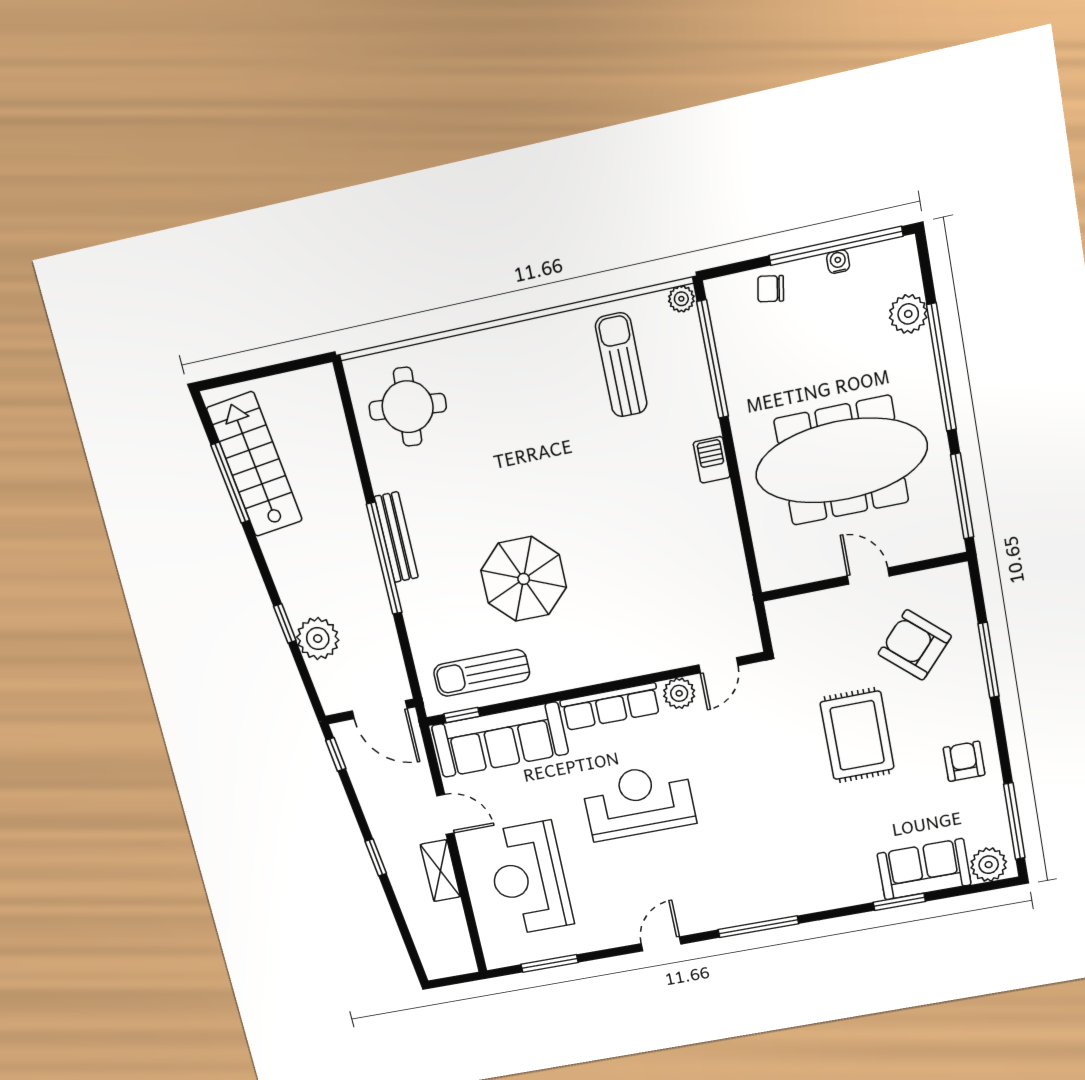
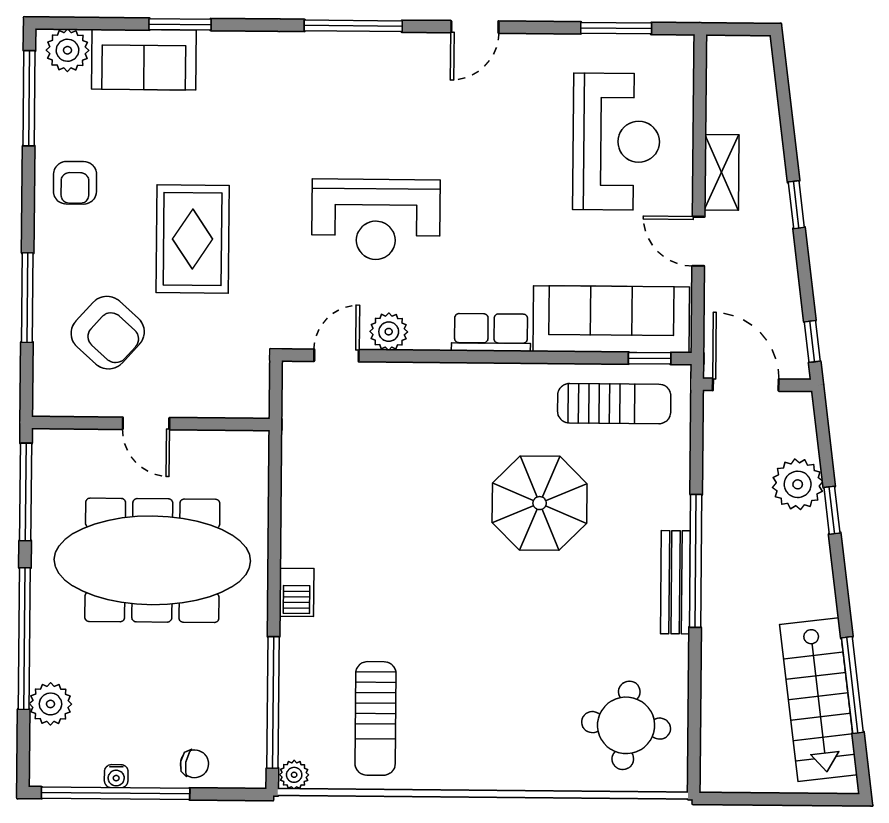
row of seats: (610, 707) -> (491, 333), width x0.68
reception desk: (639, 802) -> (376, 219), moved

